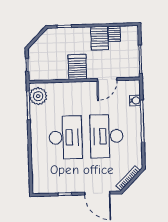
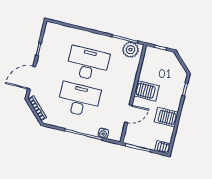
server rack: (114, 34) -> (163, 147), moved
door: (107, 79) -> (128, 114), swing flipped
desk: (66, 137) -> (88, 64), turned 180

